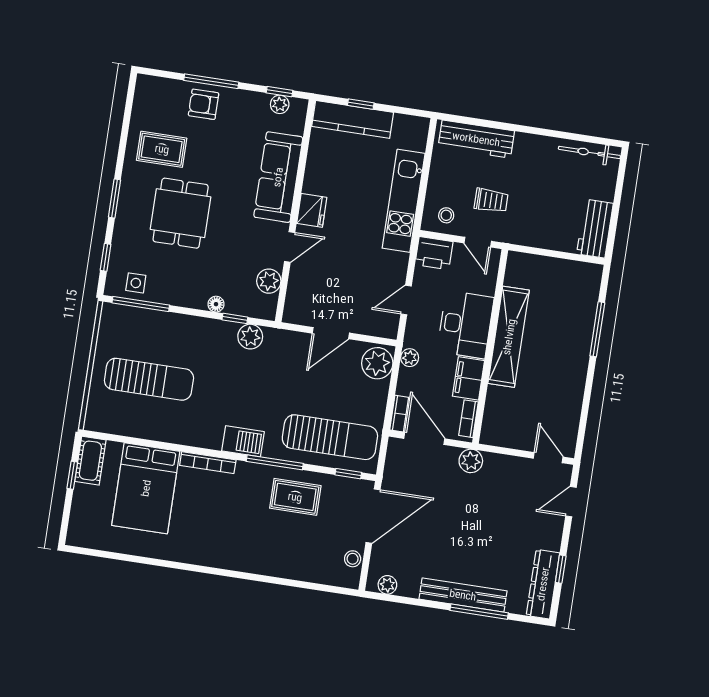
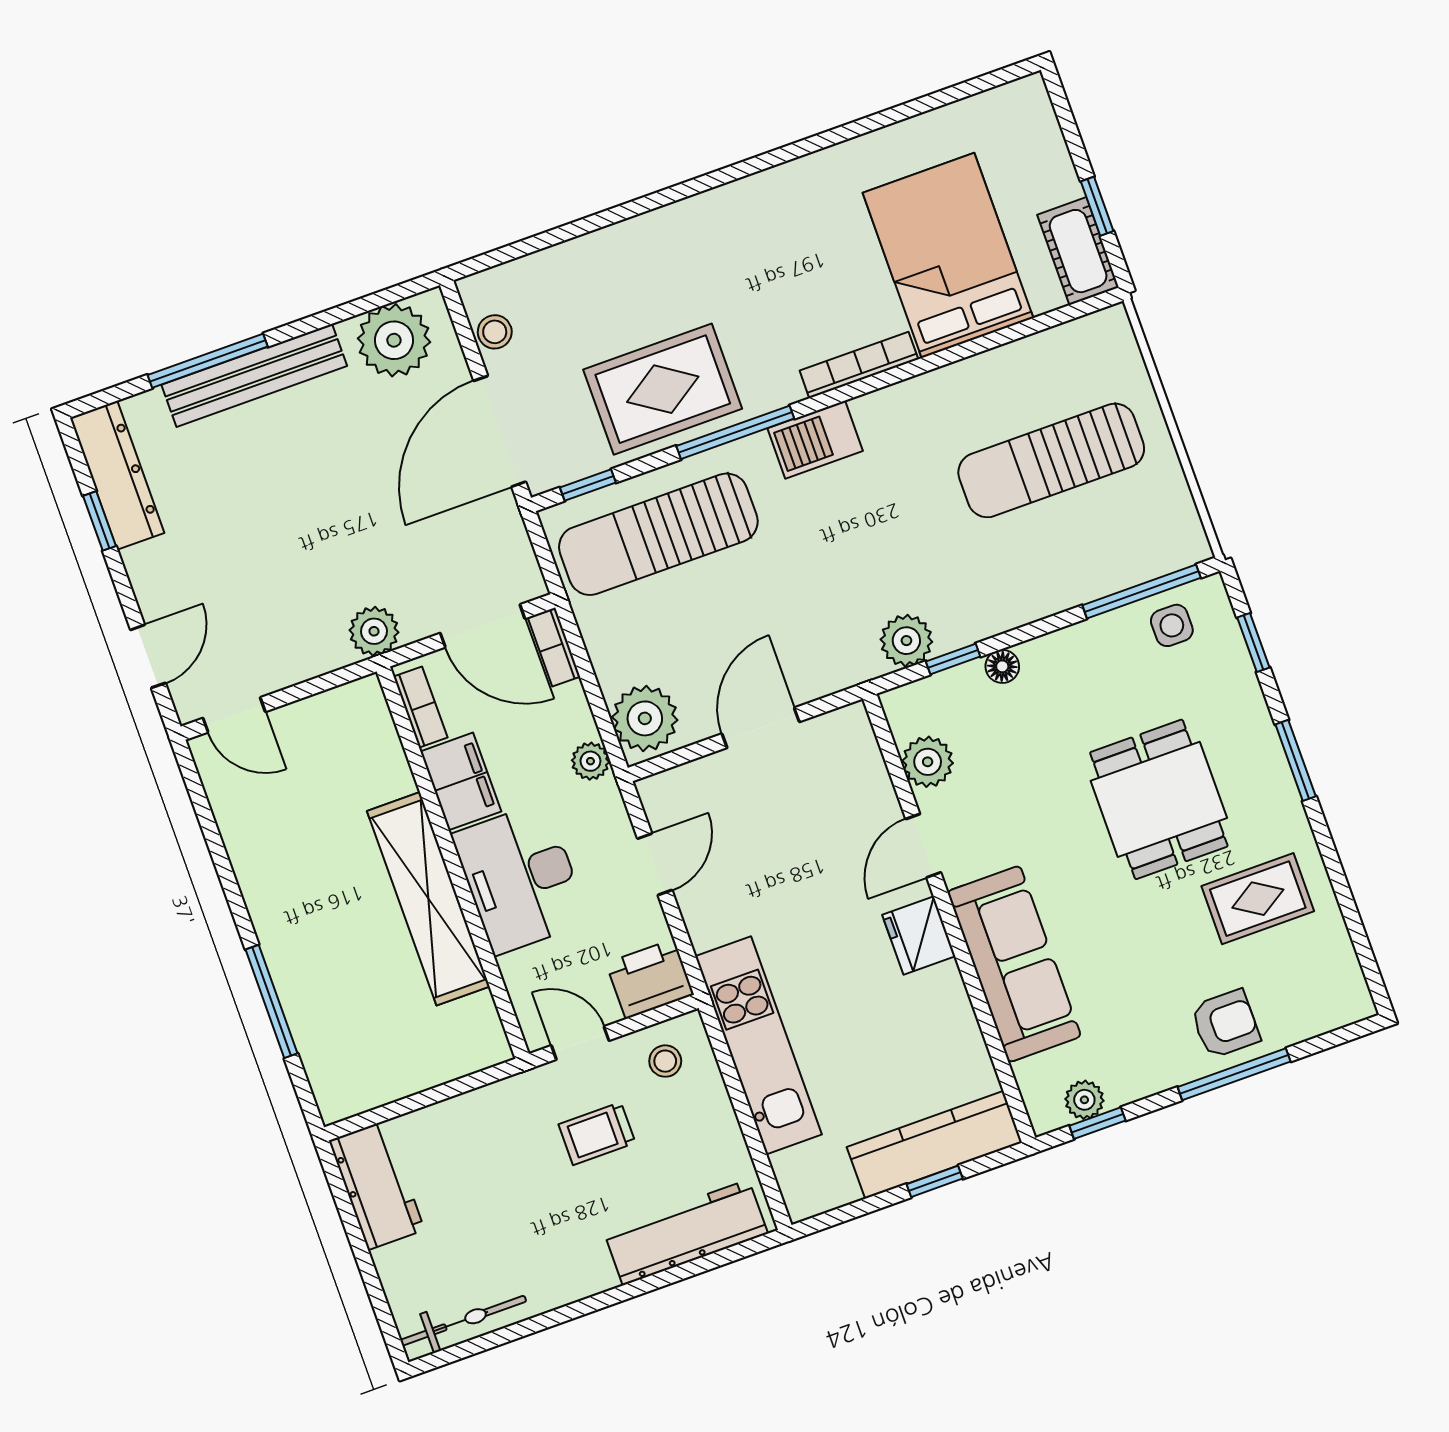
rug: (295, 497) -> (663, 389), width x1.36, depth x1.43
plant: (387, 585) -> (394, 340), width x1.87, depth x1.87

